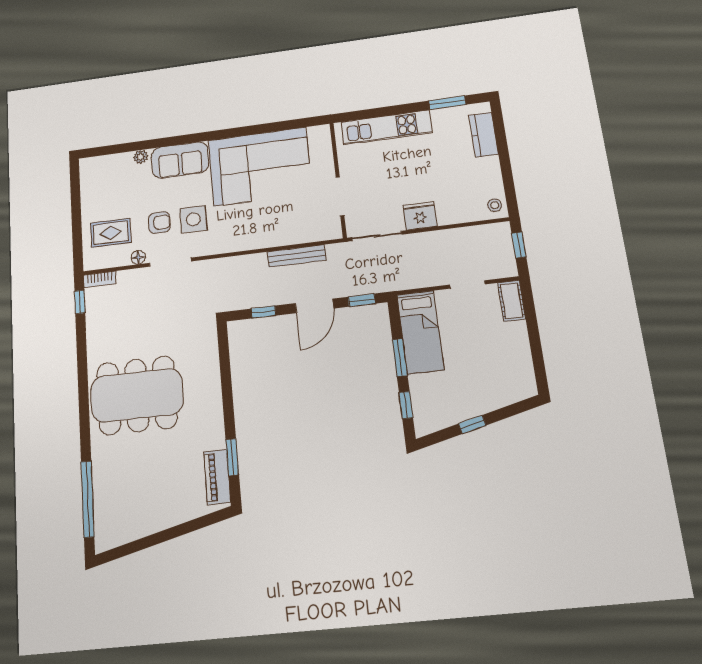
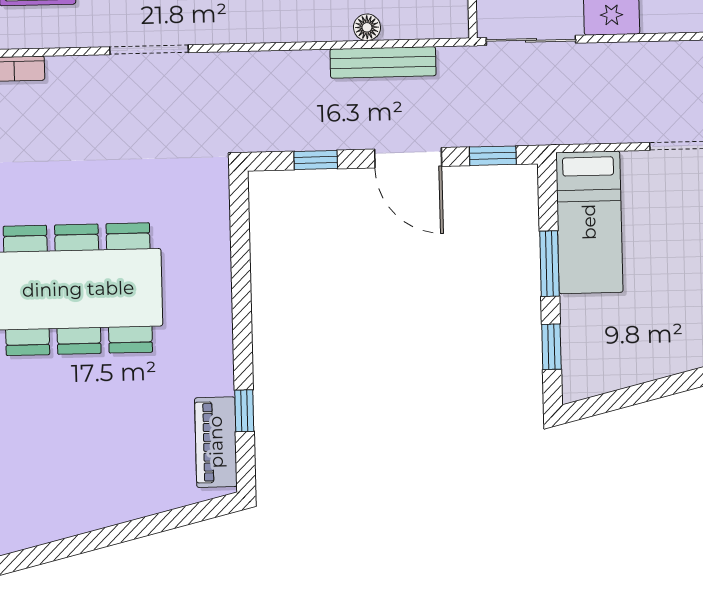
floor lamp: (138, 257) -> (367, 27), moved
door: (314, 306) -> (408, 158), hinge flipped
window: (472, 424) -> (659, 388), removed
window: (232, 457) -> (244, 411), width x0.67

